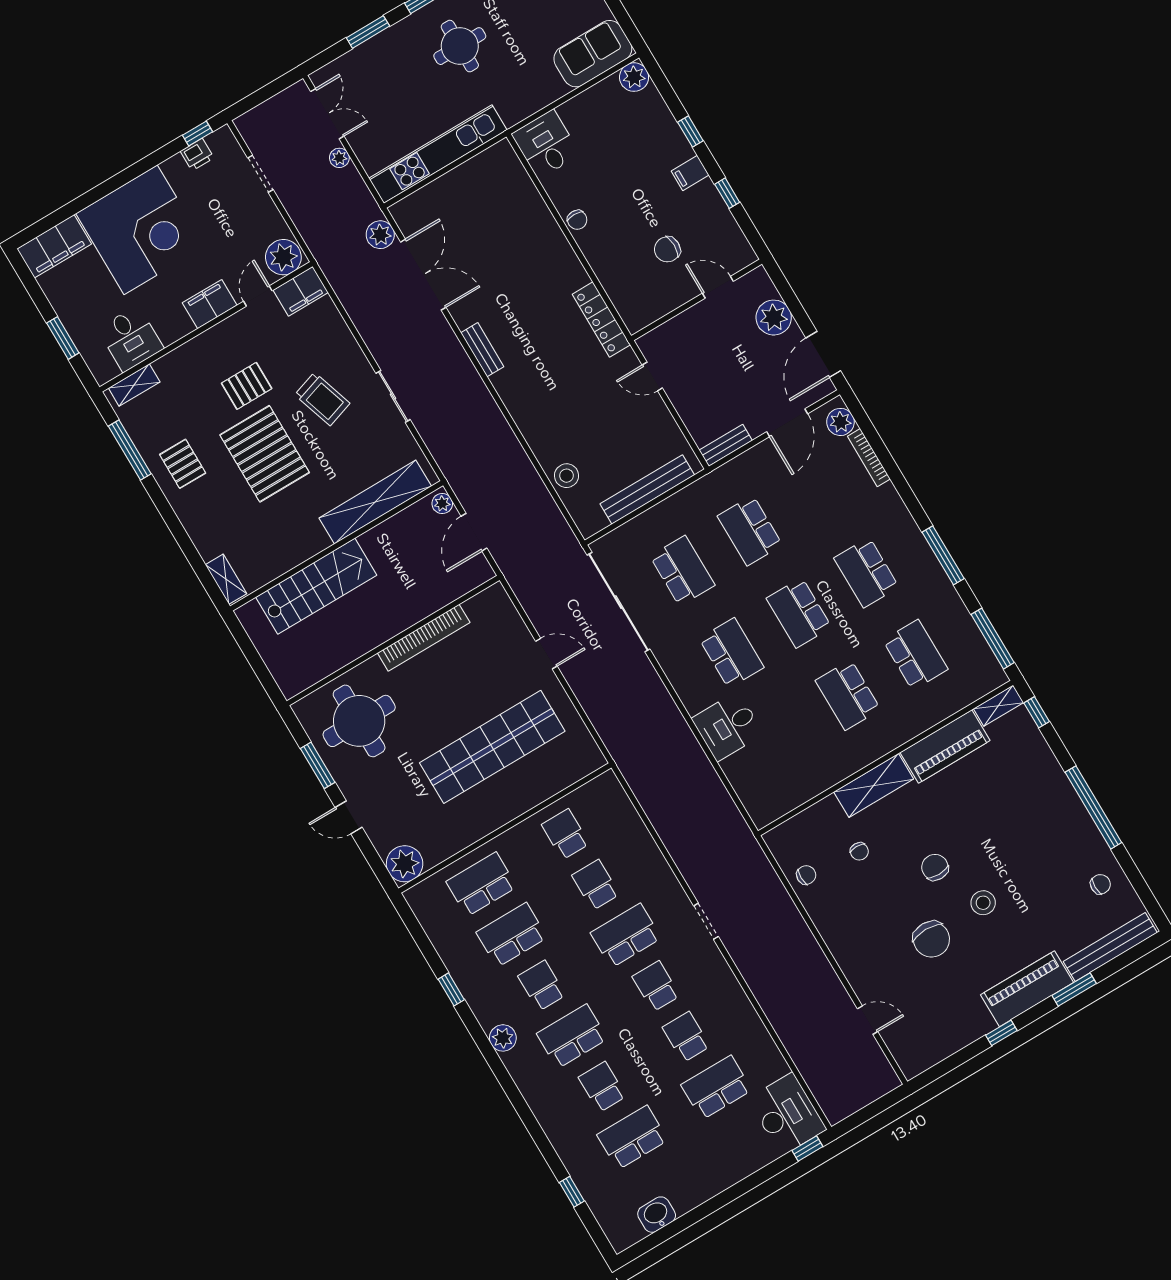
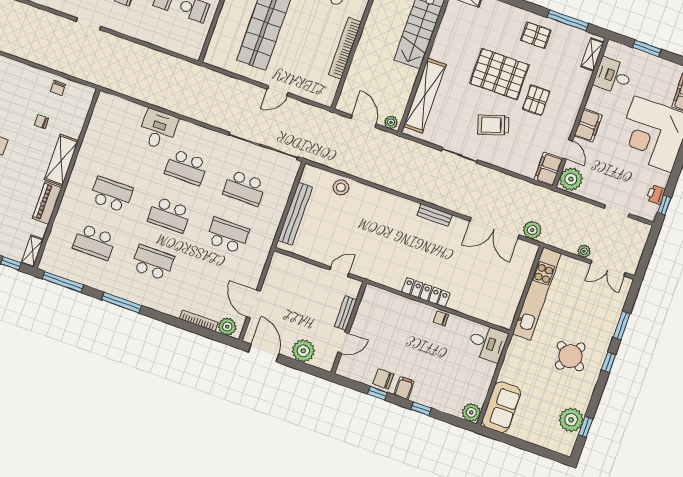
round table: (460, 46) -> (570, 356), turned 30
chair: (667, 249) -> (383, 379), moved, turned -90
locker: (601, 319) -> (426, 292), moved
bench: (726, 445) -> (346, 313), moved
school desk: (799, 613) -> (169, 215), turned 180
piano: (945, 746) -> (47, 203), width x0.73, depth x0.75

